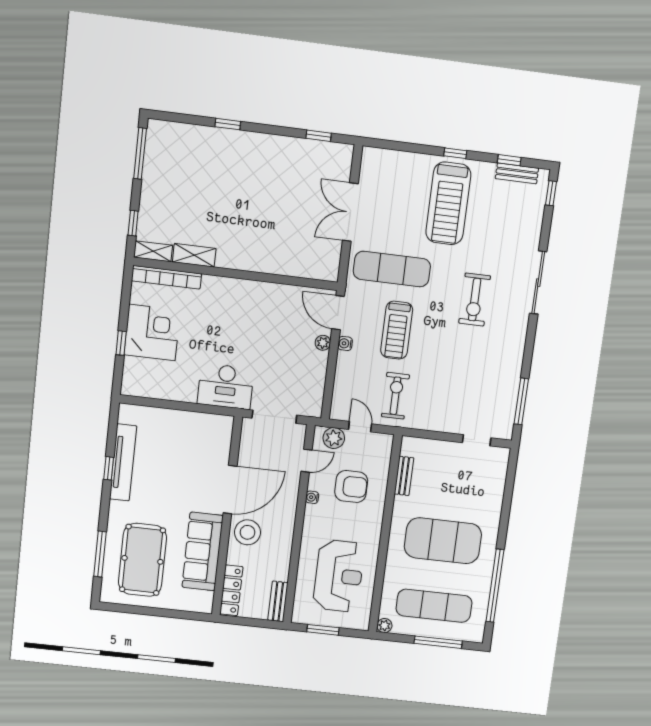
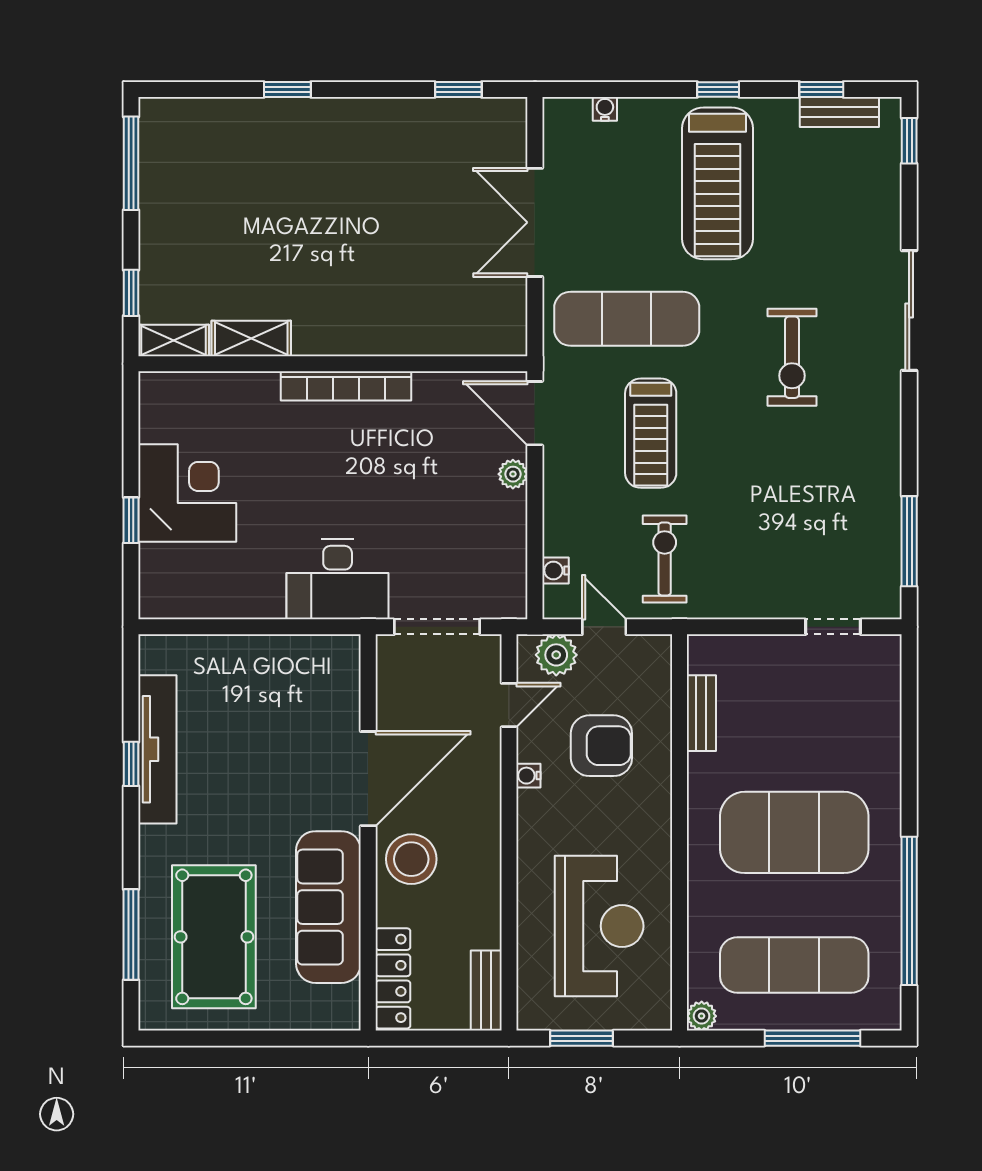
water cooler: (395, 156) -> (605, 109), added
bookcase: (166, 277) -> (346, 386), moved
water cooler: (345, 343) -> (556, 571), moved

